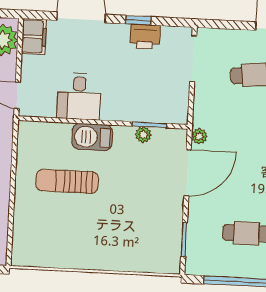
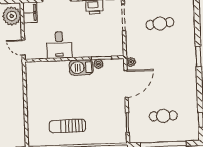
barbecue: (92, 137) -> (81, 67), moved
sun lounger: (67, 181) -> (68, 126), moved

